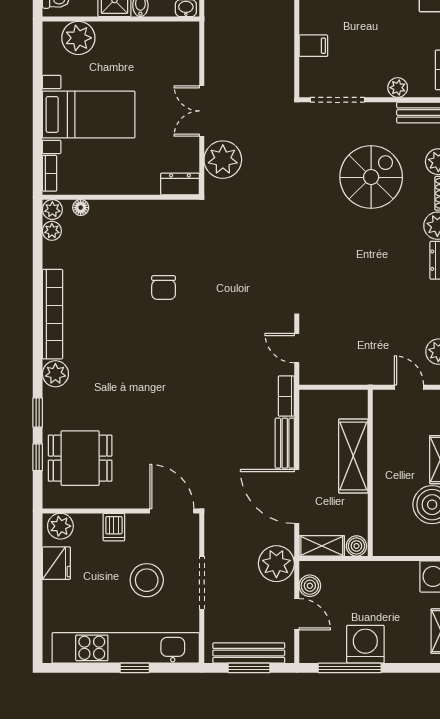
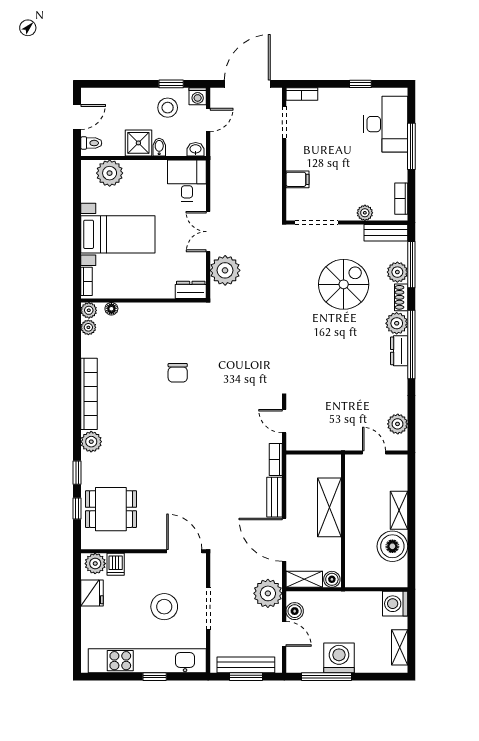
desk: (175, 47) -> (187, 181), added
dishwasher: (114, 527) -> (116, 564), moved

